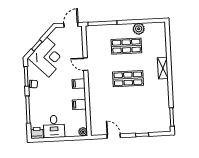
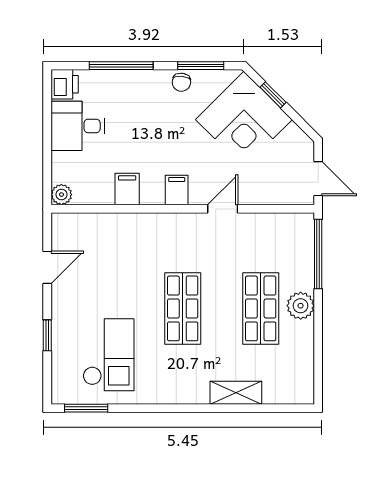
plant: (139, 29) -> (301, 306), moved
shelving: (163, 68) -> (236, 393), moved
checkout: (149, 109) -> (109, 355), added

